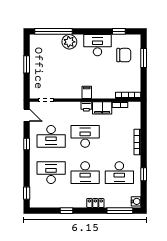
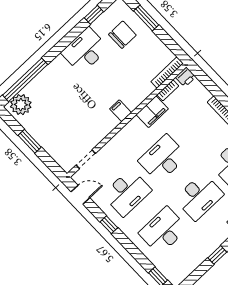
plant: (69, 42) -> (21, 105), moved
printer: (86, 106) -> (186, 77), moved

